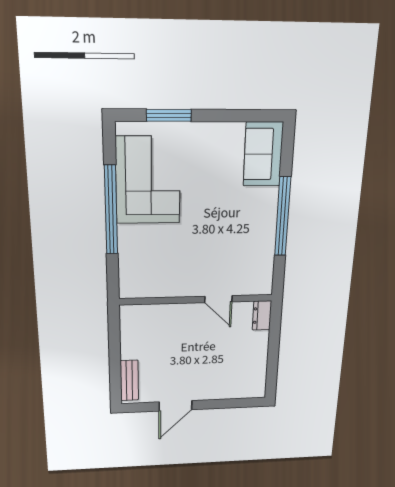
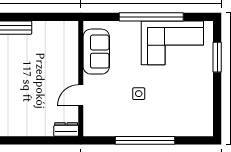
sofa: (263, 154) -> (96, 52), moved, turned 90
side table: (219, 226) -> (139, 94), added

